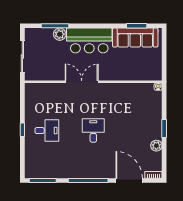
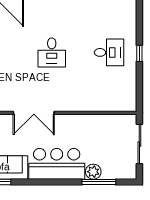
double door: (82, 82) -> (34, 113), moved
desk: (47, 131) -> (109, 52), turned 180

